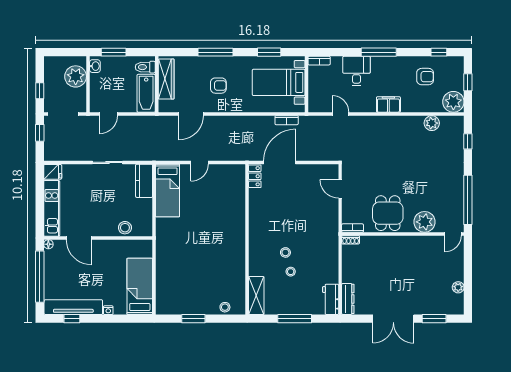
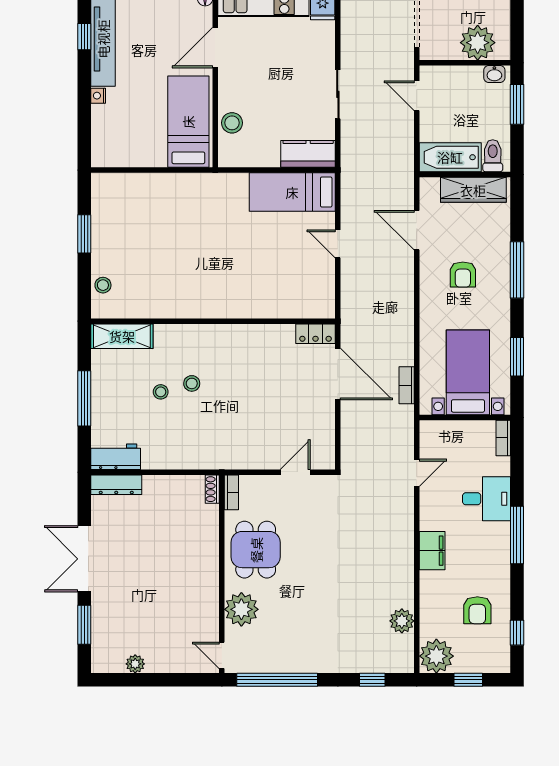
dining table: (388, 213) -> (256, 550), turned 90
bed: (140, 286) -> (188, 122), moved, turned -90

